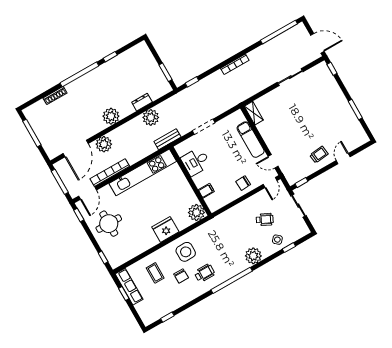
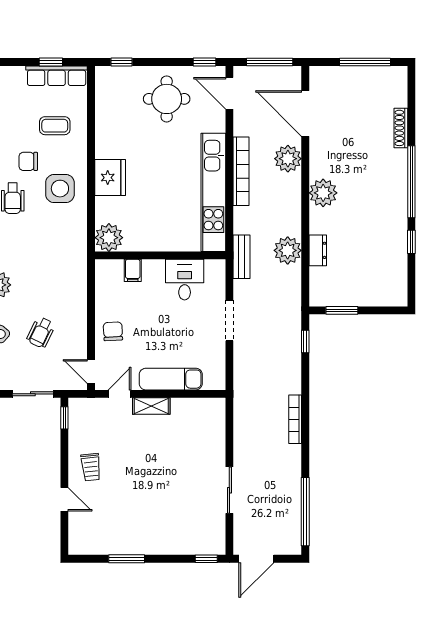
shelving: (254, 113) -> (151, 406), moved
bookcase: (110, 173) -> (241, 171), moved

